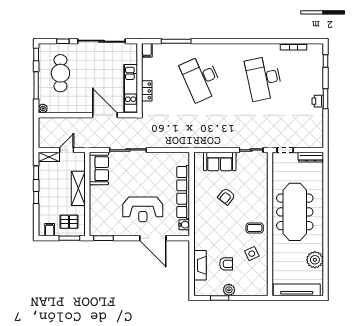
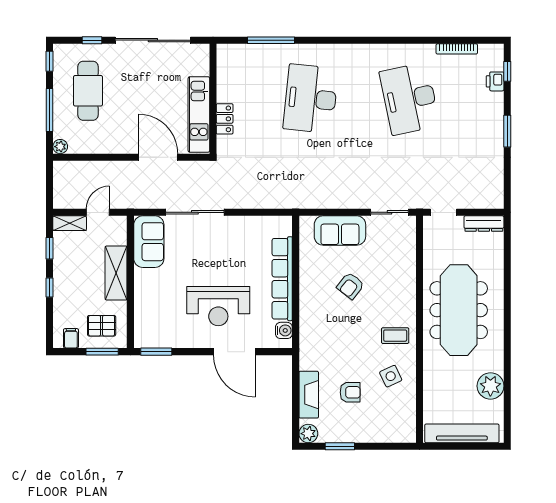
filing cabinet: (147, 50) -> (225, 55), removed
desk: (201, 78) -> (311, 99), turned 30
printer: (318, 101) -> (495, 81), moved
plant: (229, 290) -> (308, 434), moved

